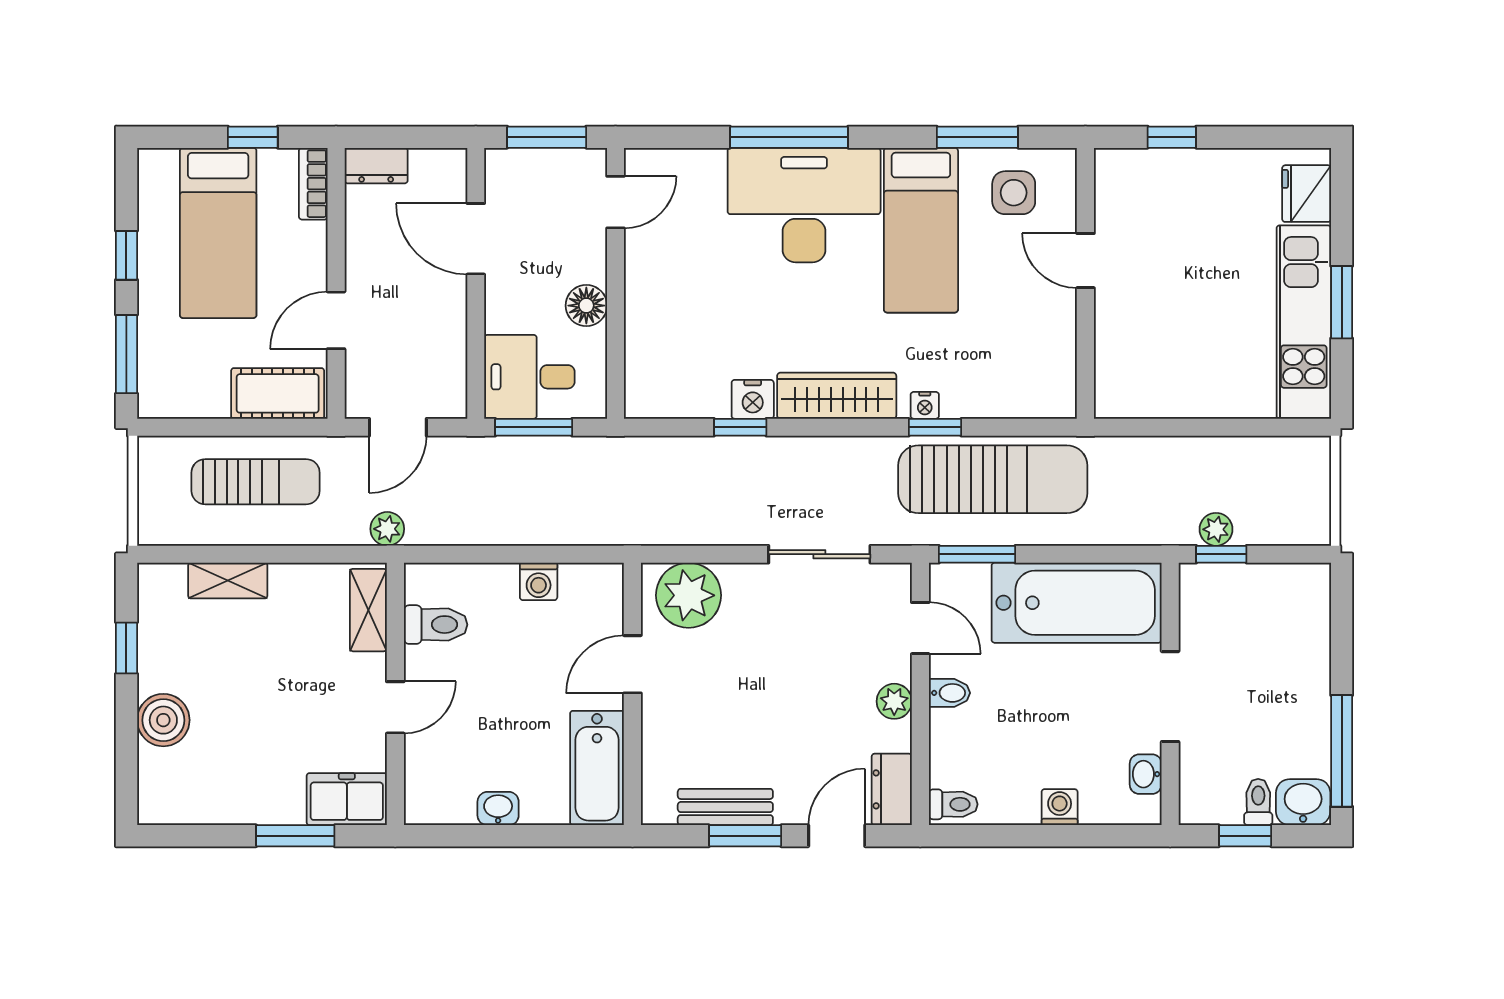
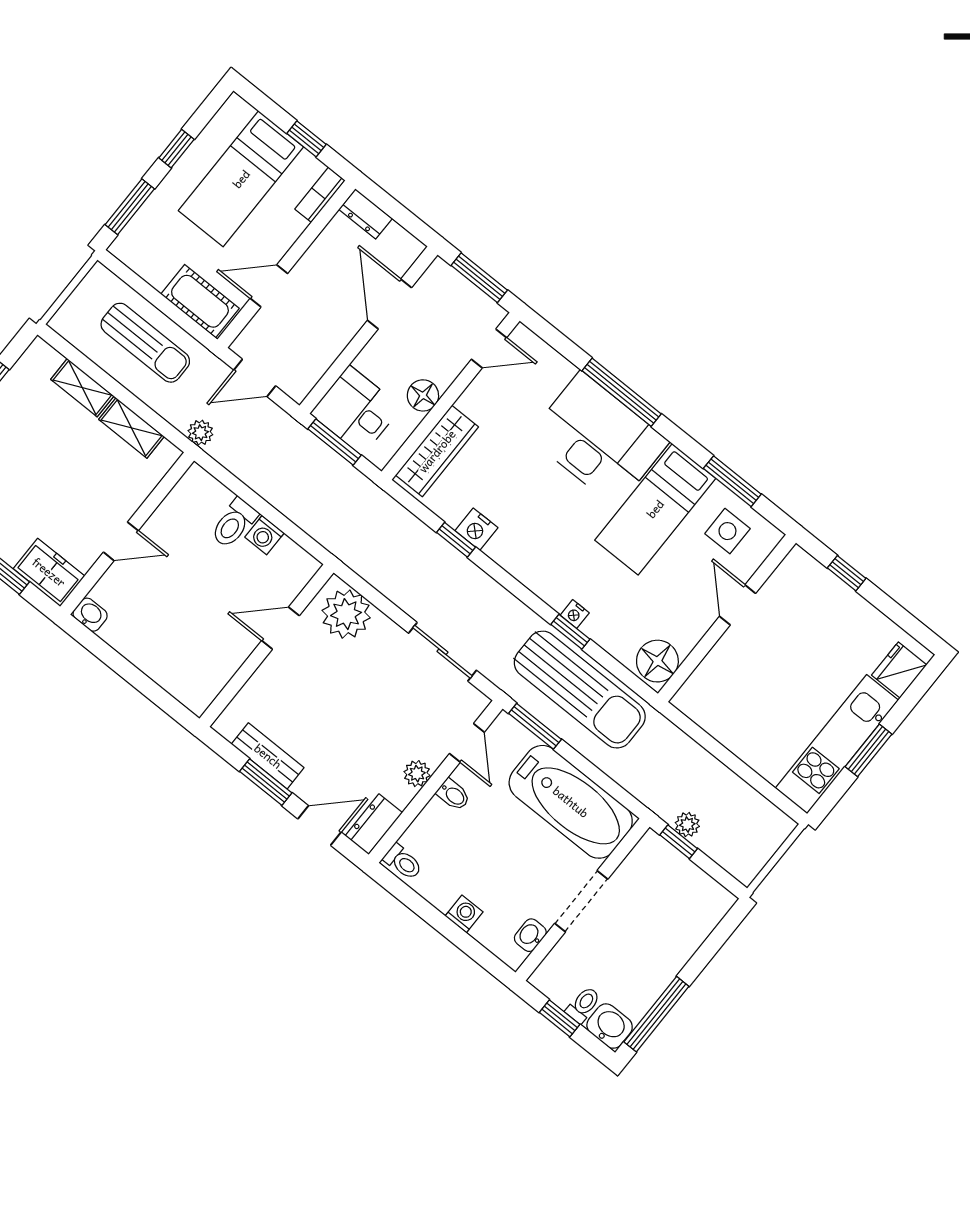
floor lamp: (1049, 385) -> (657, 661), added
wardrobe: (837, 396) -> (437, 451), moved, turned 90
shelving: (368, 610) -> (131, 428), moved, turned 90
toilet: (436, 625) -> (234, 523), moved, turned 90
bathtub: (597, 768) -> (211, 672), removed
washbasin: (498, 809) -> (90, 615), moved

